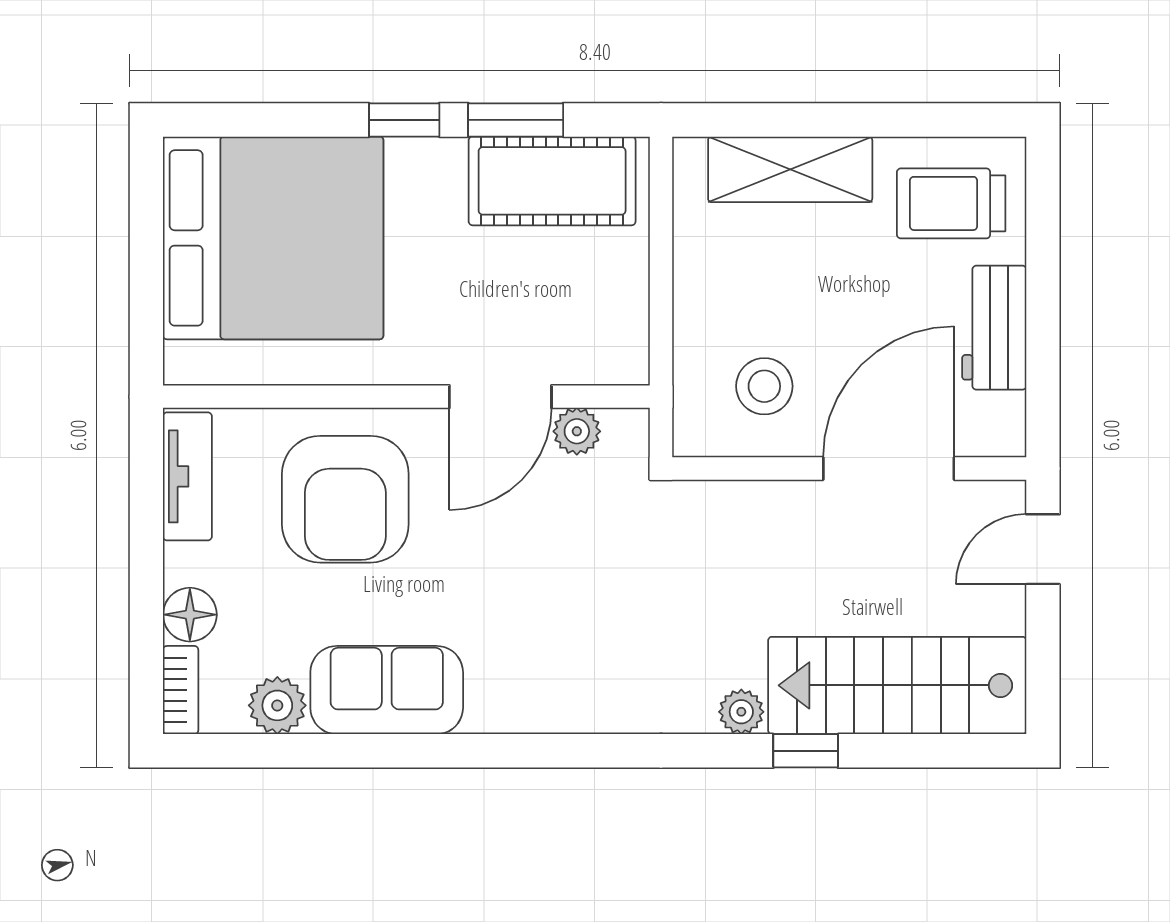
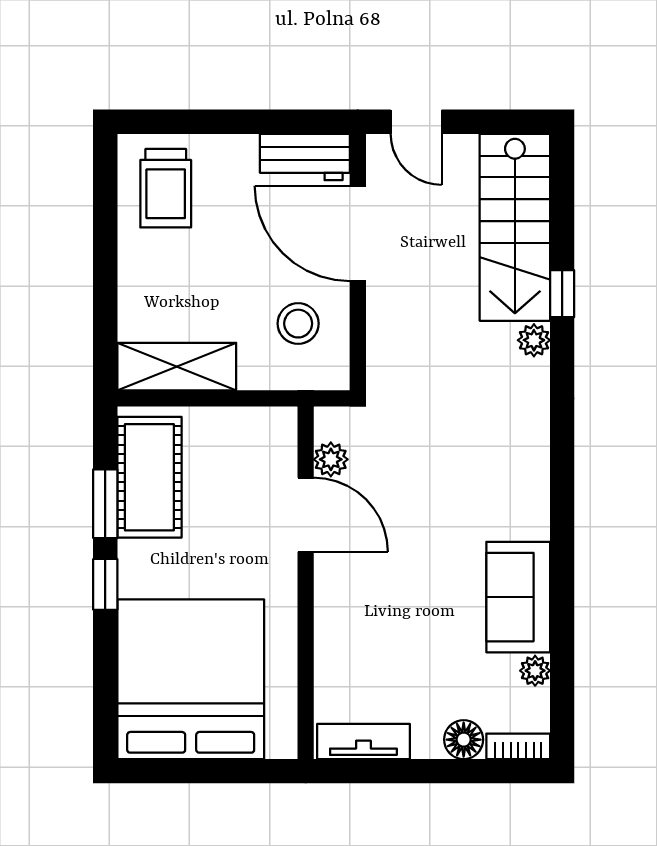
shelving: (790, 169) -> (177, 367), moved, turned 90
workbench: (994, 328) -> (305, 157), moved
armchair: (345, 499) -> (380, 627), removed
plant: (277, 705) -> (535, 671), width x0.73, depth x0.73

